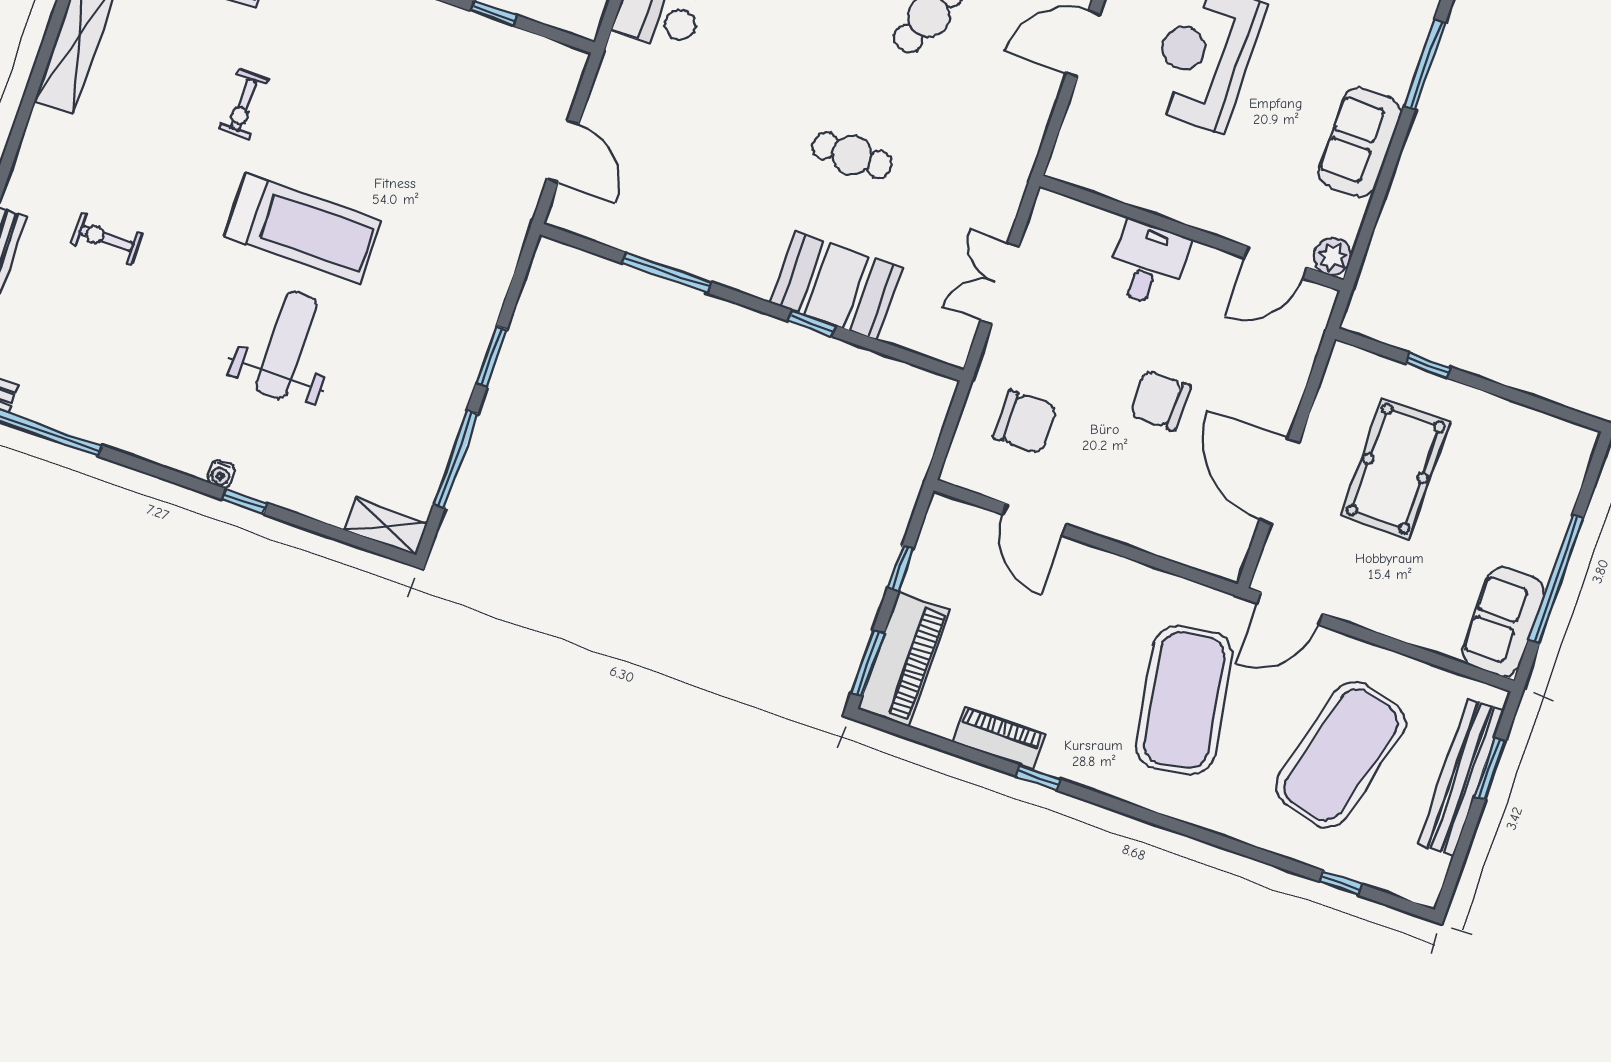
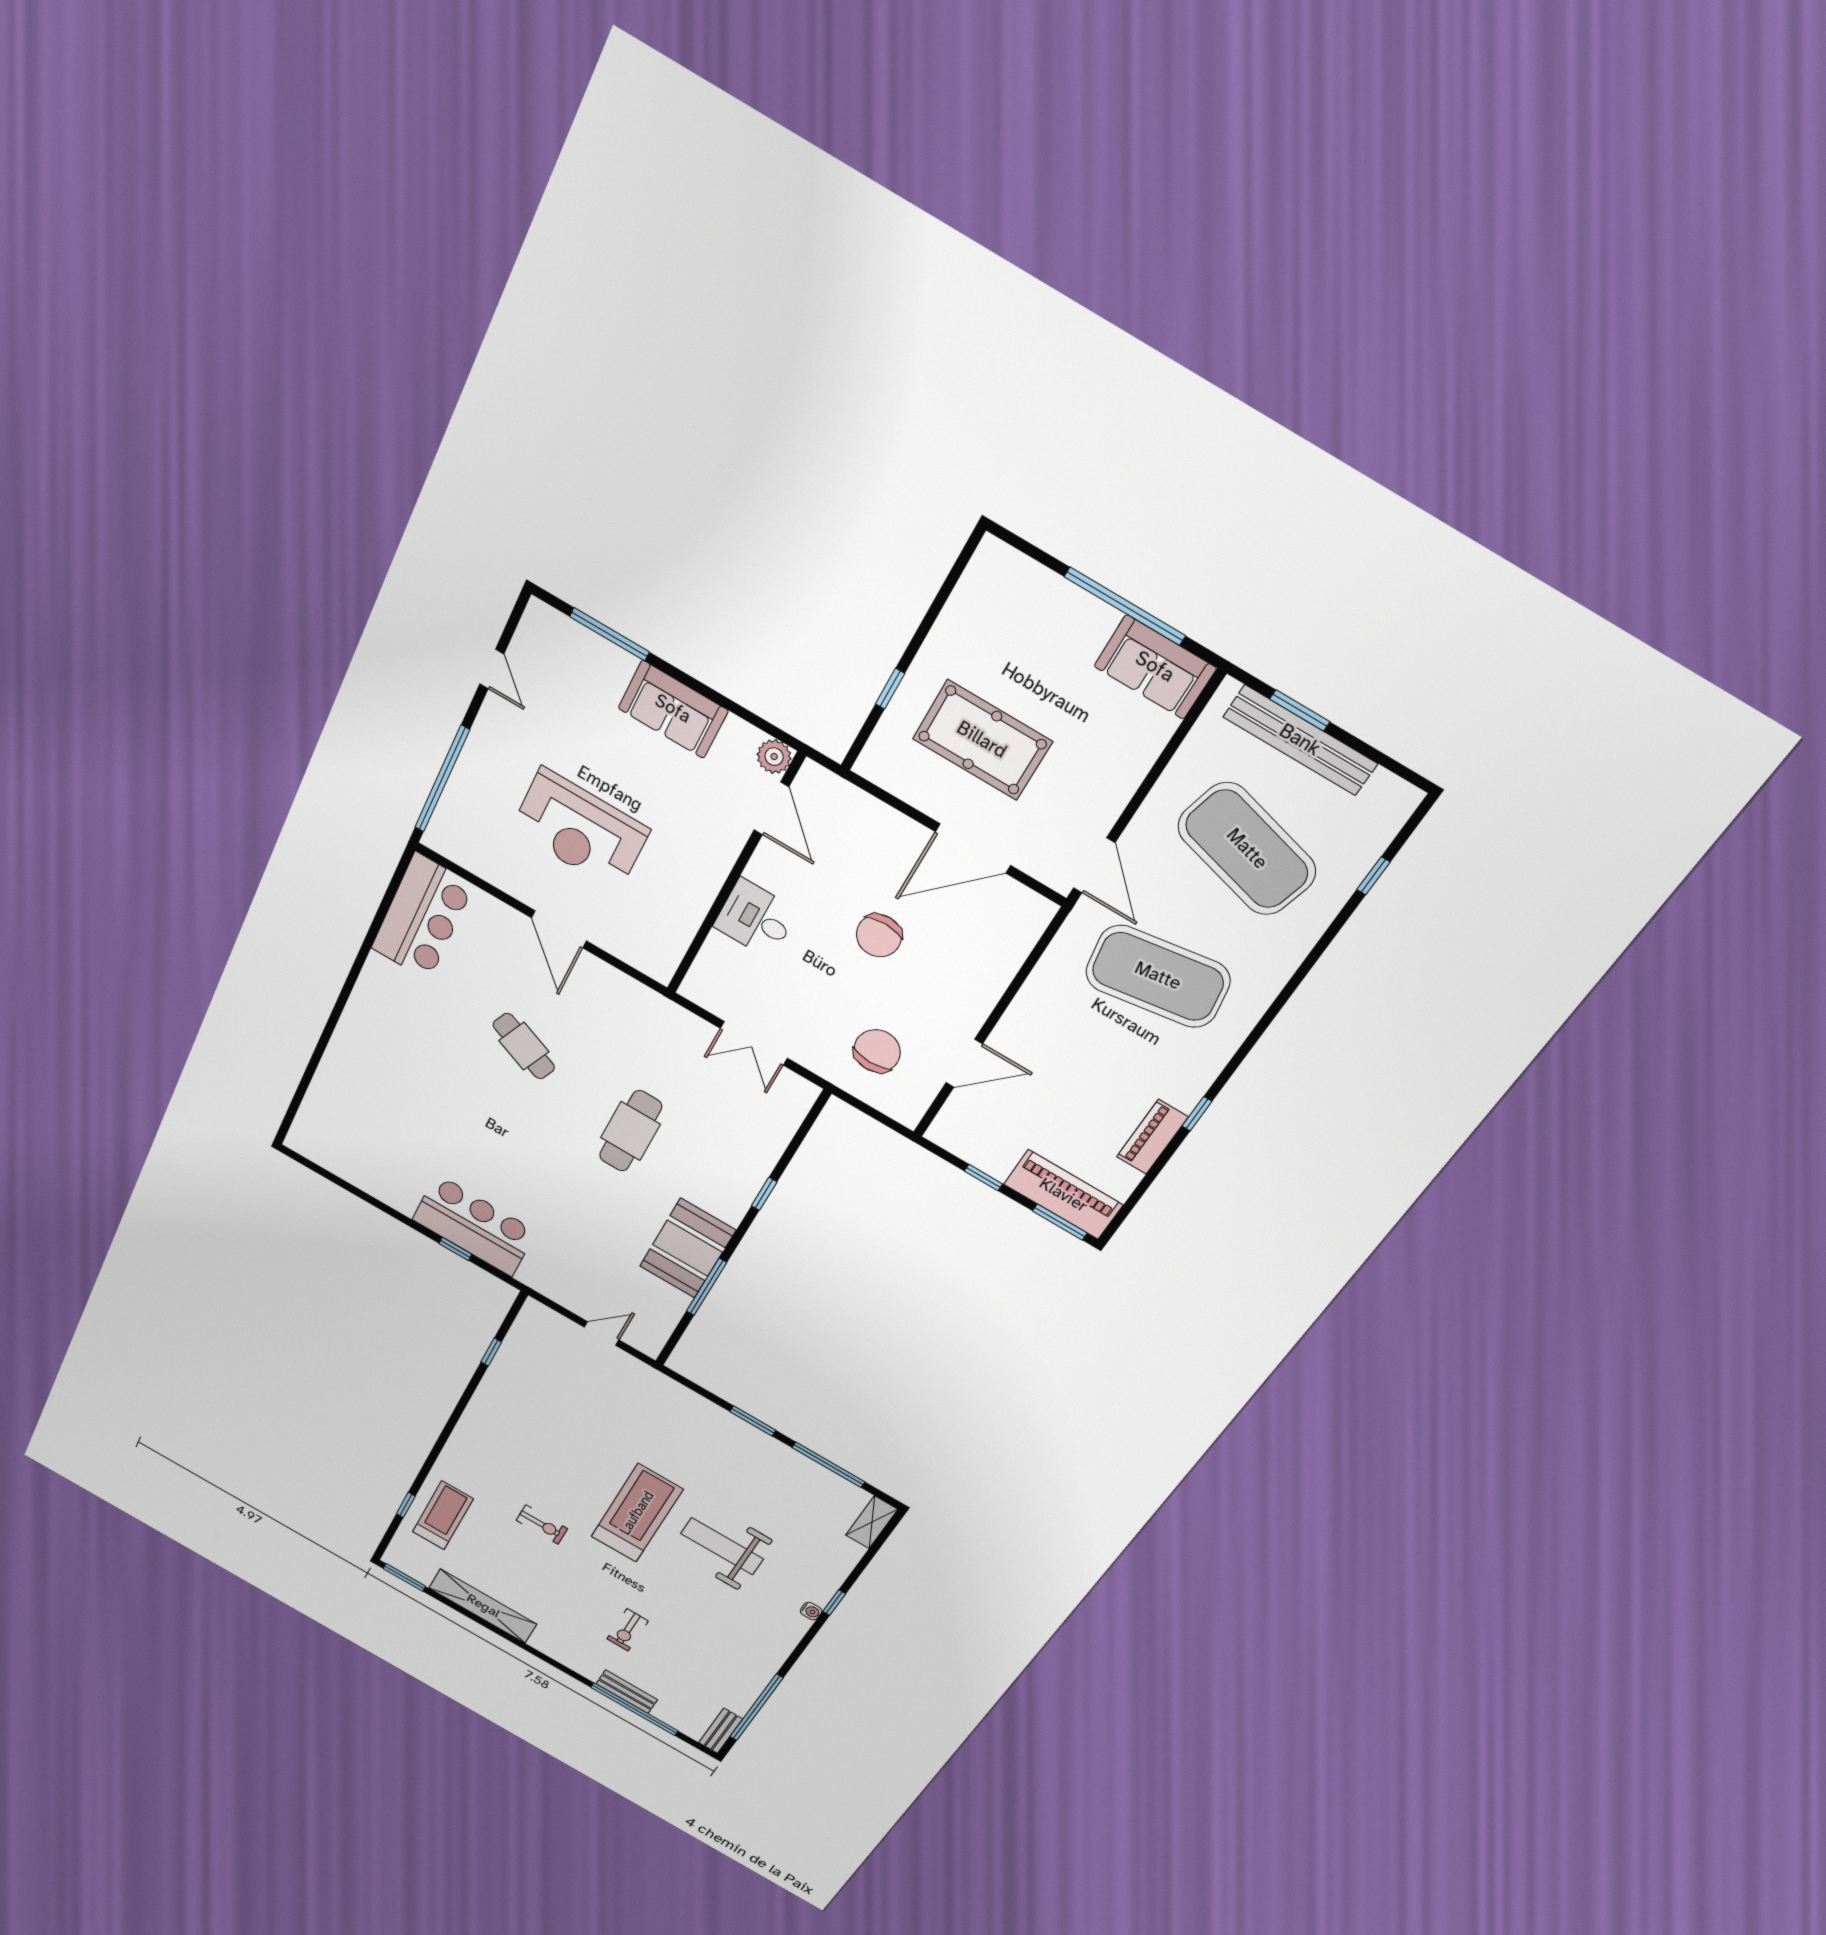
door: (563, 152) -> (602, 1333), width x0.73
cafe table: (852, 155) -> (631, 1131), width x1.37, depth x1.35
booth: (837, 286) -> (688, 1248), moved

